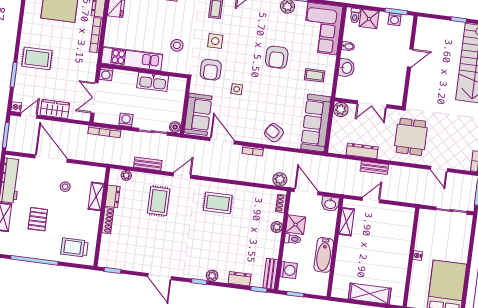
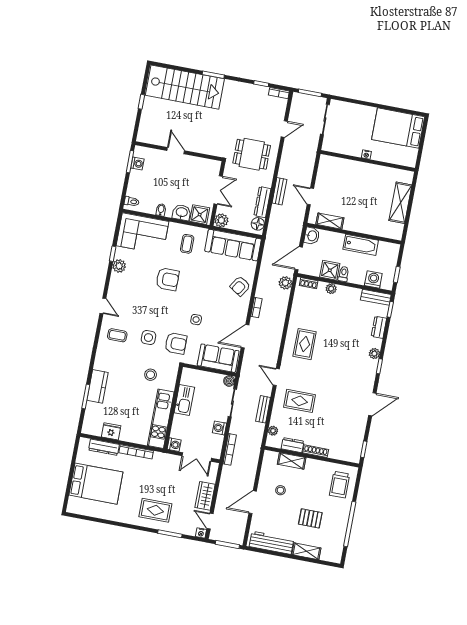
shower: (369, 19) -> (200, 215), moved
rug: (37, 58) -> (155, 510), turned 90
floor lamp: (339, 147) -> (258, 224), added
door: (51, 159) -> (253, 502), width x0.73

